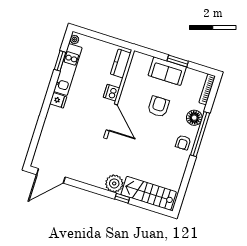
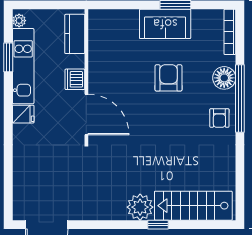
kitchen counter: (121, 63) -> (75, 34), moved
dishwasher: (112, 93) -> (75, 79), moved
wall: (119, 93) -> (86, 76), moved
door: (112, 117) -> (86, 114), moved

